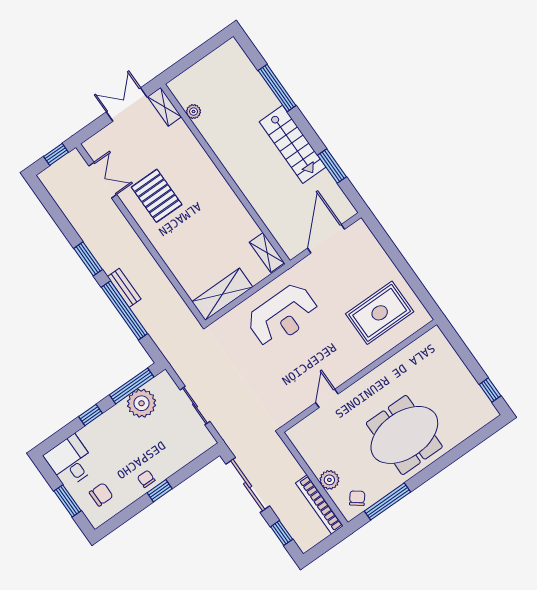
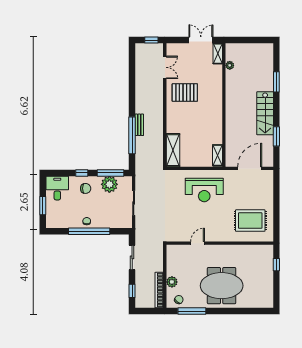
window: (277, 88) -> (276, 82), width x0.69
pallet: (157, 196) -> (185, 93), turned 90
window: (88, 259) -> (132, 99), removed
shelving: (222, 294) -> (173, 150), moved, turned 90
window: (490, 390) -> (276, 265), moved
sliding door: (248, 485) -> (132, 257), width x0.73
window: (160, 491) -> (89, 231), width x3.17
chair: (101, 494) -> (86, 188), moved

